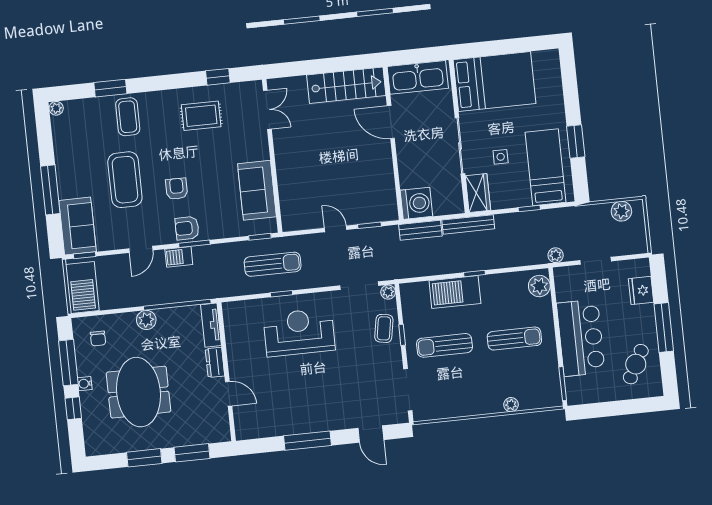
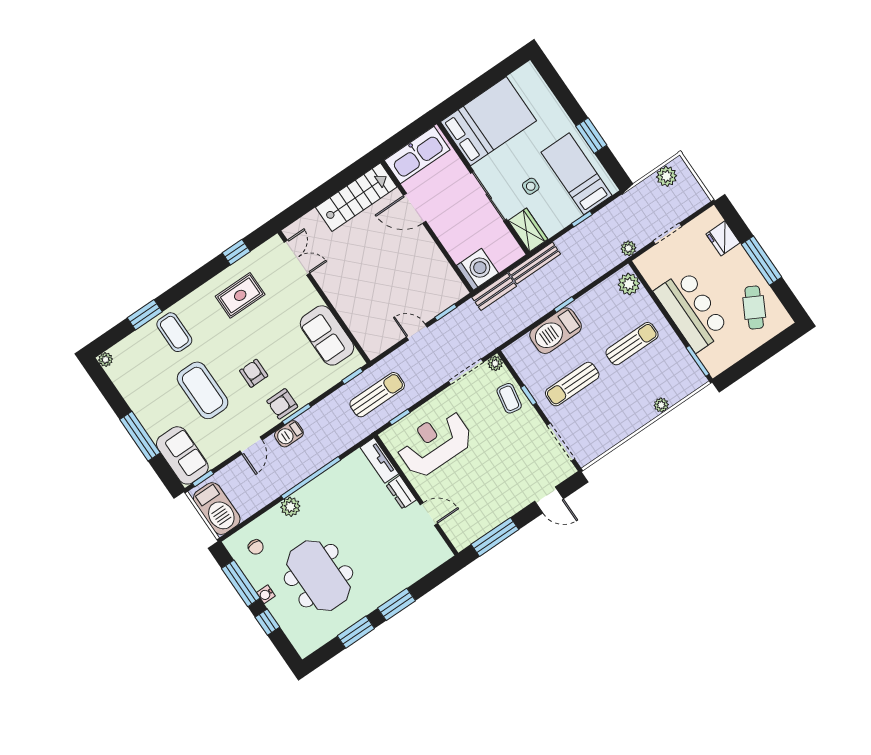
tv unit: (211, 325) -> (379, 460), moved
dresser: (215, 362) -> (401, 492), moved
wall: (226, 372) -> (416, 495), moved
door: (229, 394) -> (429, 514), moved

